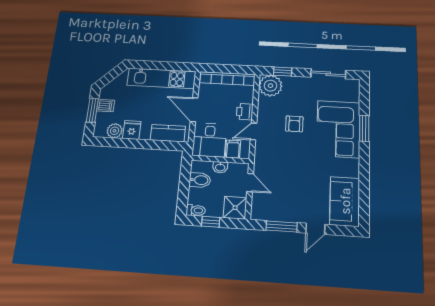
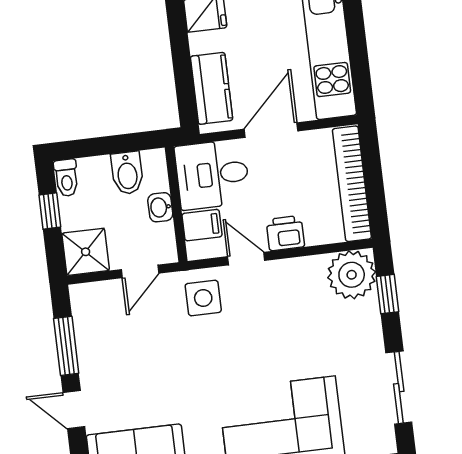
armchair: (294, 124) -> (277, 337), removed
side table: (269, 155) -> (203, 298), added

